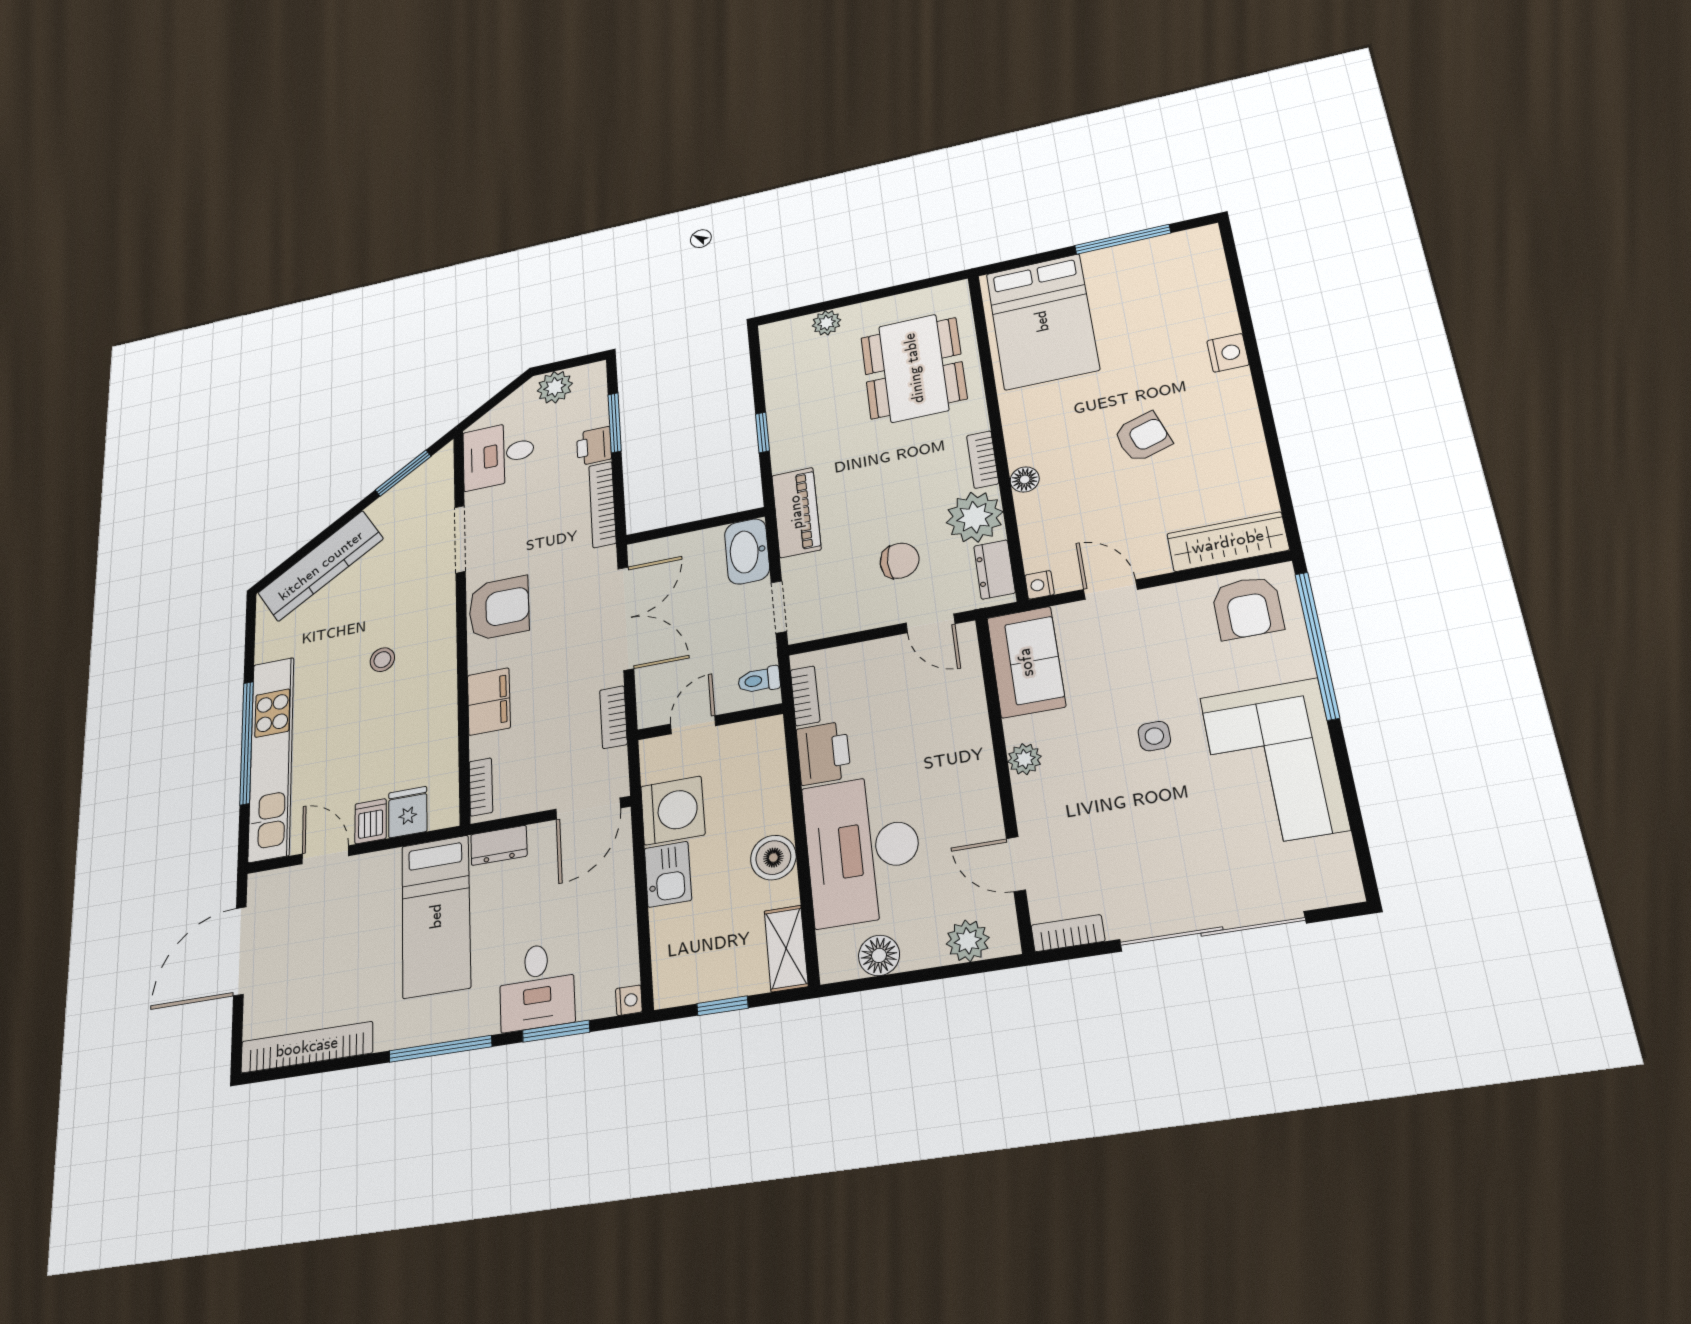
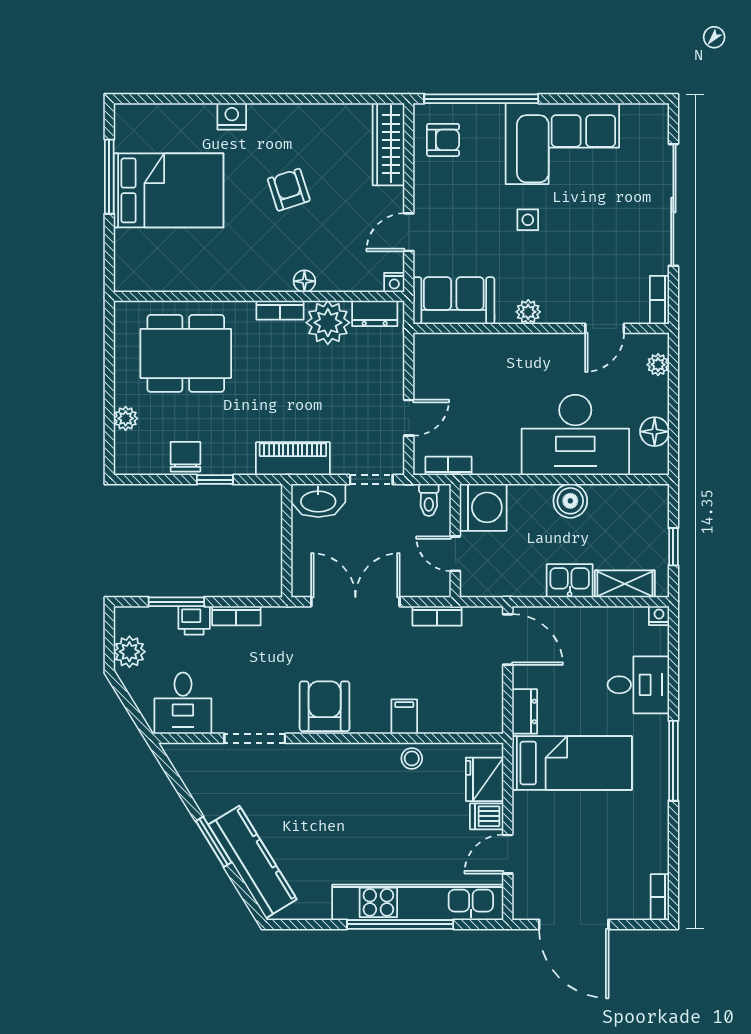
bed: (1042, 321) -> (169, 190), moved
window: (403, 473) -> (214, 842), moved
bookcase: (602, 504) -> (236, 616), width x0.64
chair: (900, 561) -> (185, 457), moved
armchair: (1247, 608) -> (443, 140), width x0.72, depth x0.72
door: (931, 623) -> (409, 418), moved
stool: (382, 660) -> (412, 758), moved
filing cabinet: (489, 702) -> (404, 717), width x0.50
printer: (823, 753) -> (497, 456), removed
bookcase: (481, 787) -> (475, 725), removed
washing machine: (673, 811) -> (483, 507), moved, turned 90
fridge: (408, 812) -> (485, 779), width x1.38
plant: (968, 941) -> (658, 365), width x0.73, depth x0.73
shelving: (786, 948) -> (625, 584), moved
window: (556, 1031) -> (673, 671), removed
bookcase: (307, 1047) -> (660, 897), width x0.43, depth x0.76

